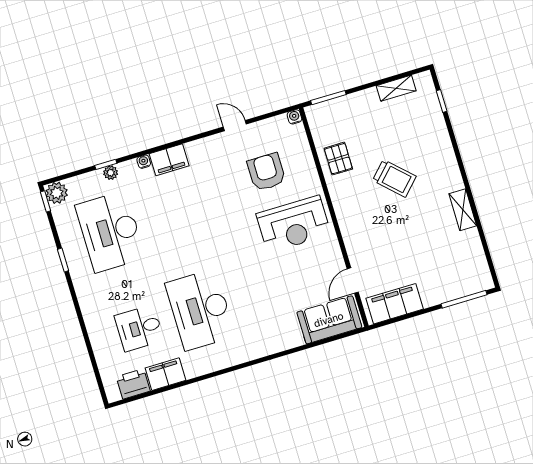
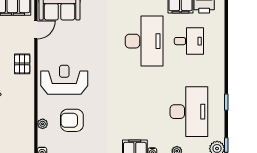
plant: (305, 155) -> (43, 124), added
pallet: (338, 159) -> (22, 64), moved
armchair: (266, 172) -> (72, 120), turned 90

